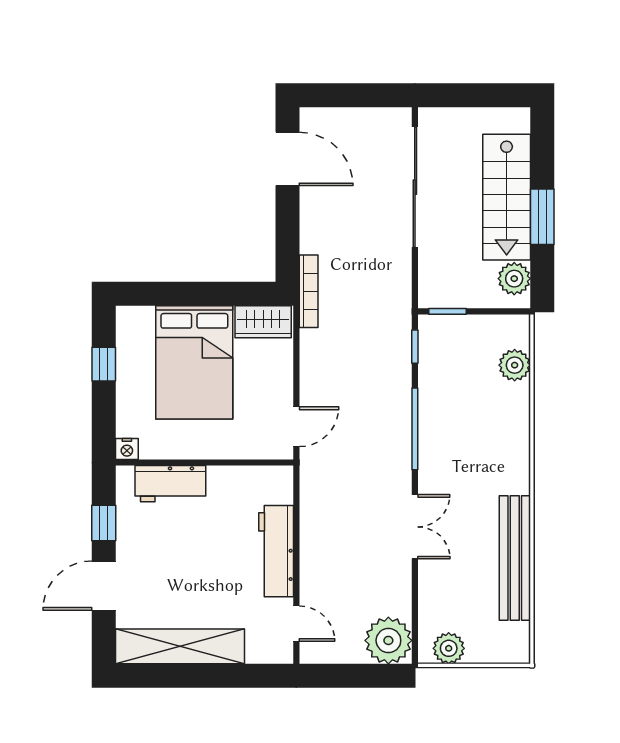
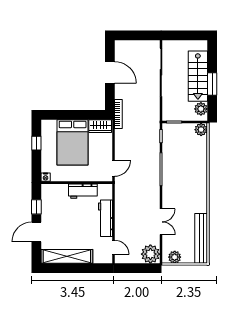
door: (287, 159) -> (110, 72), moved
plant: (515, 365) -> (201, 130), moved
workbench: (170, 484) -> (83, 191), moved
double door: (415, 527) -> (161, 222), moved
bench: (515, 558) -> (201, 238), moved

